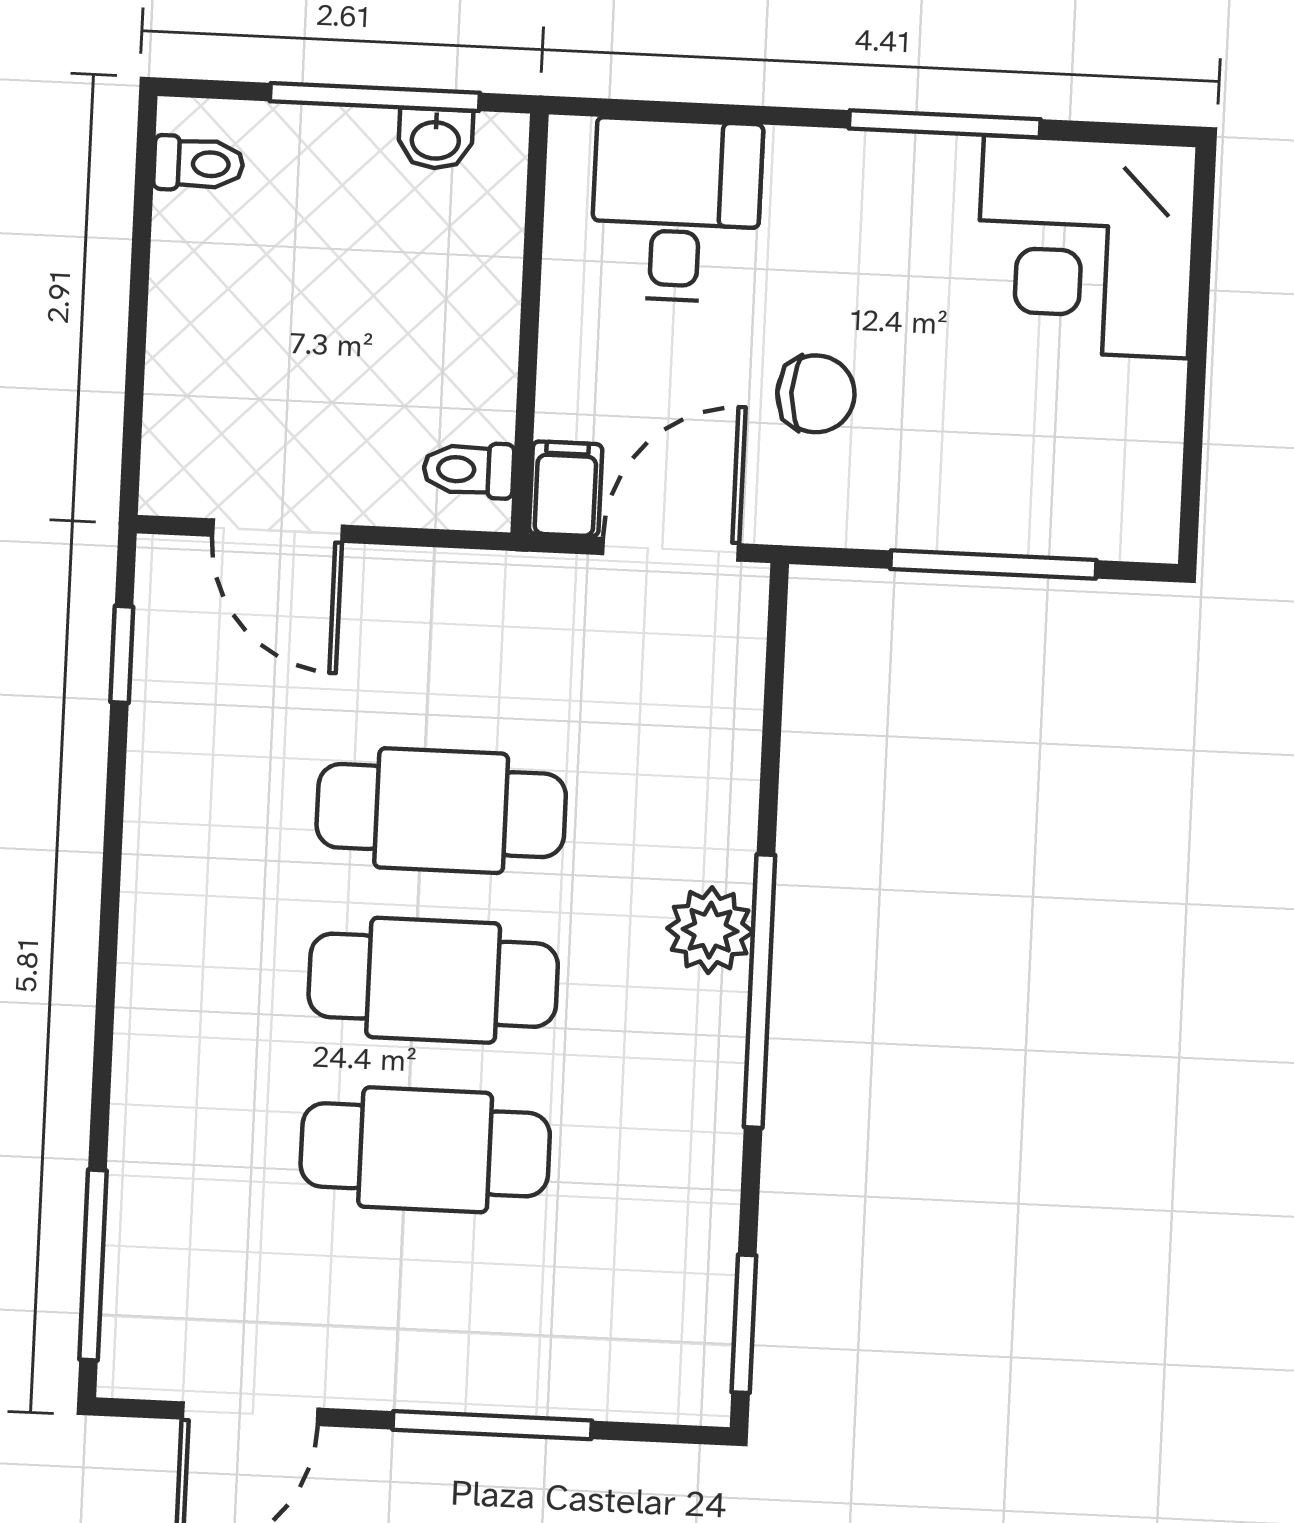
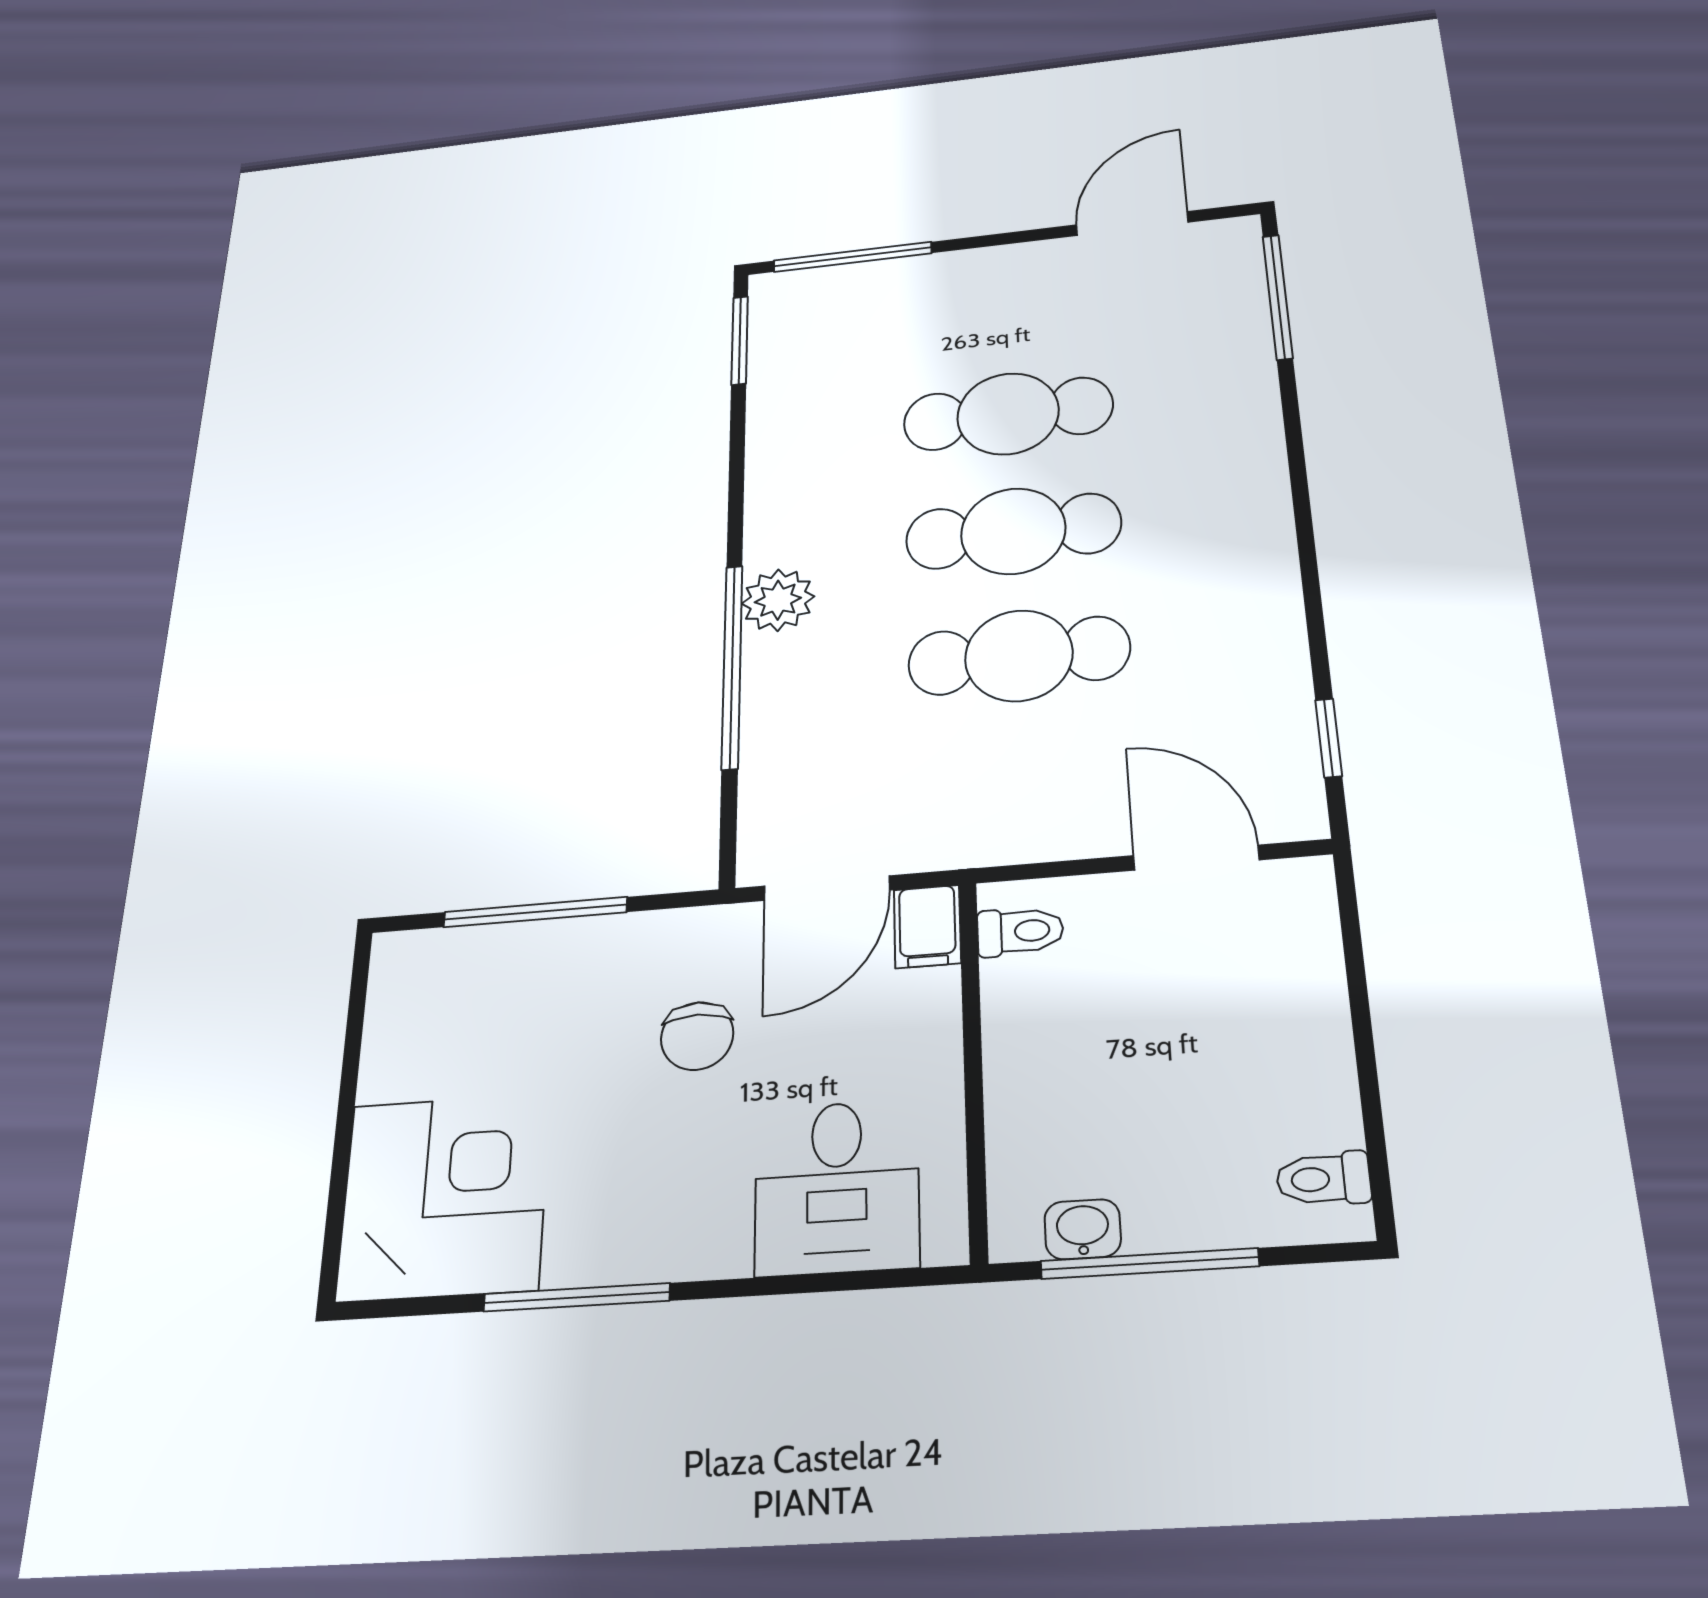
chair: (816, 394) -> (697, 1036), turned -90
window: (759, 991) -> (732, 666), moved
window: (492, 1425) -> (852, 257), moved

